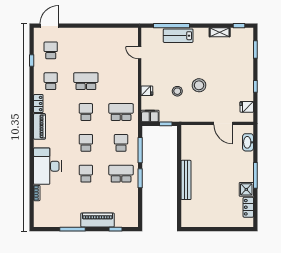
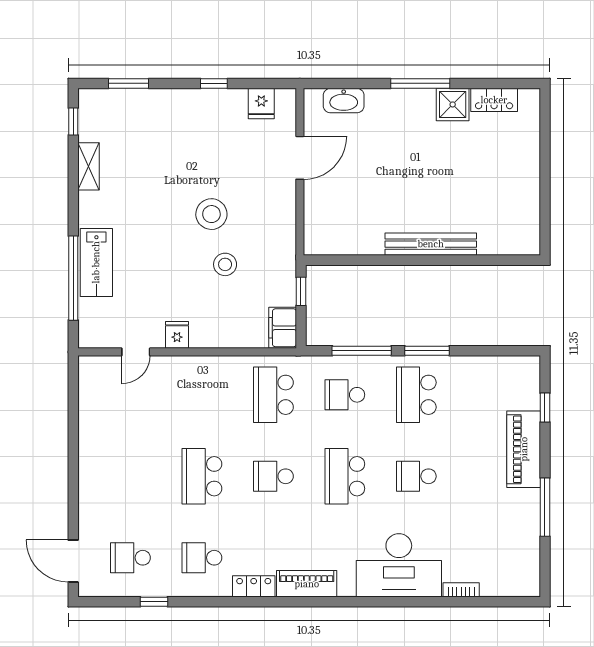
fridge: (147, 91) -> (177, 335), moved
school desk: (86, 143) -> (345, 476), width x1.85

